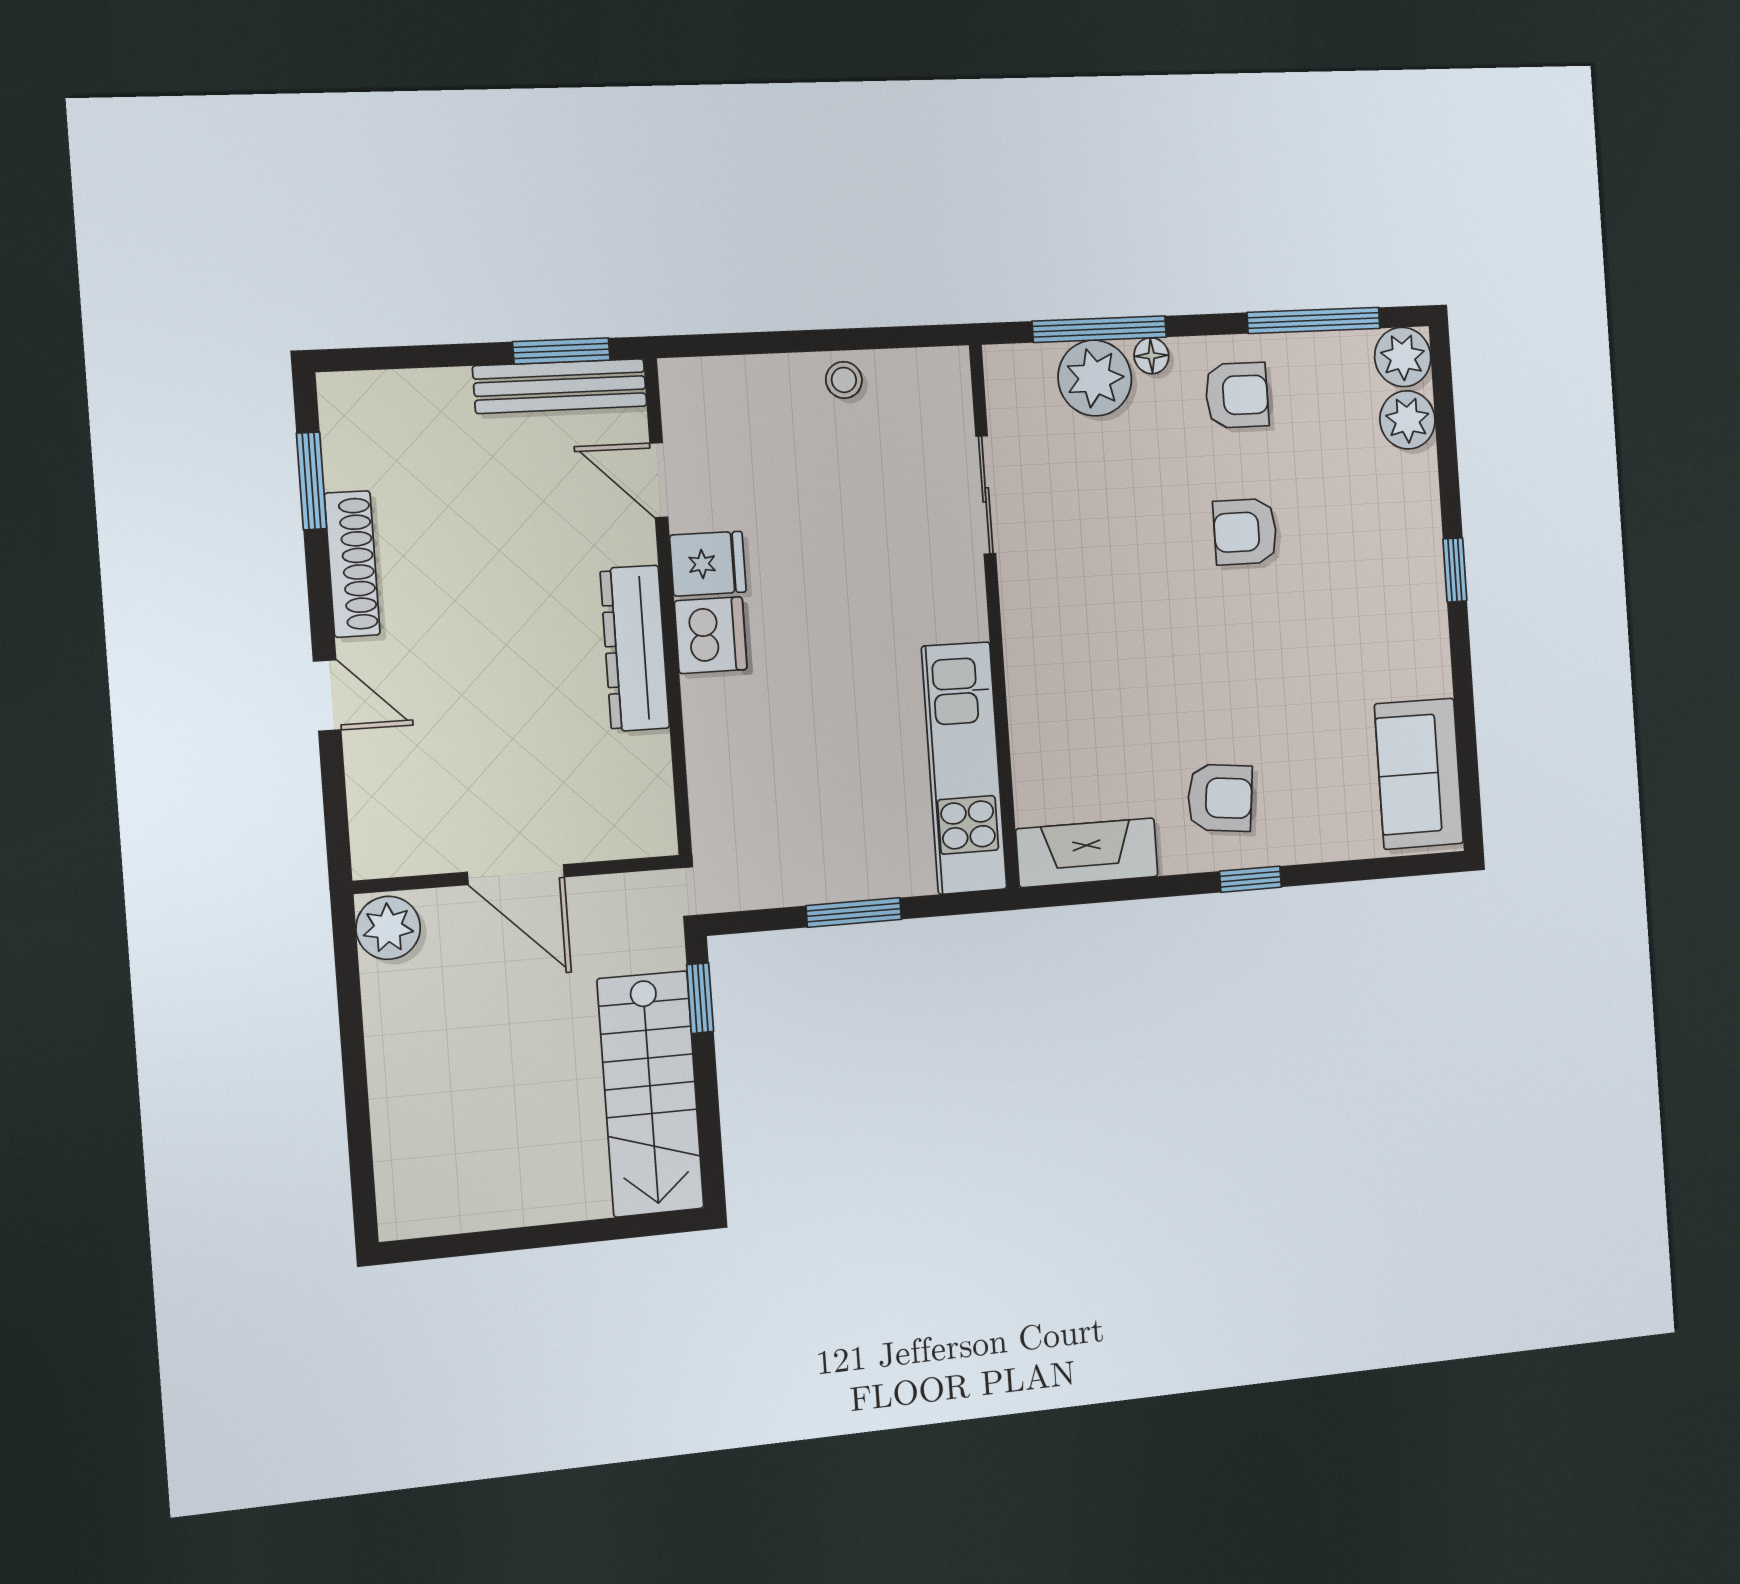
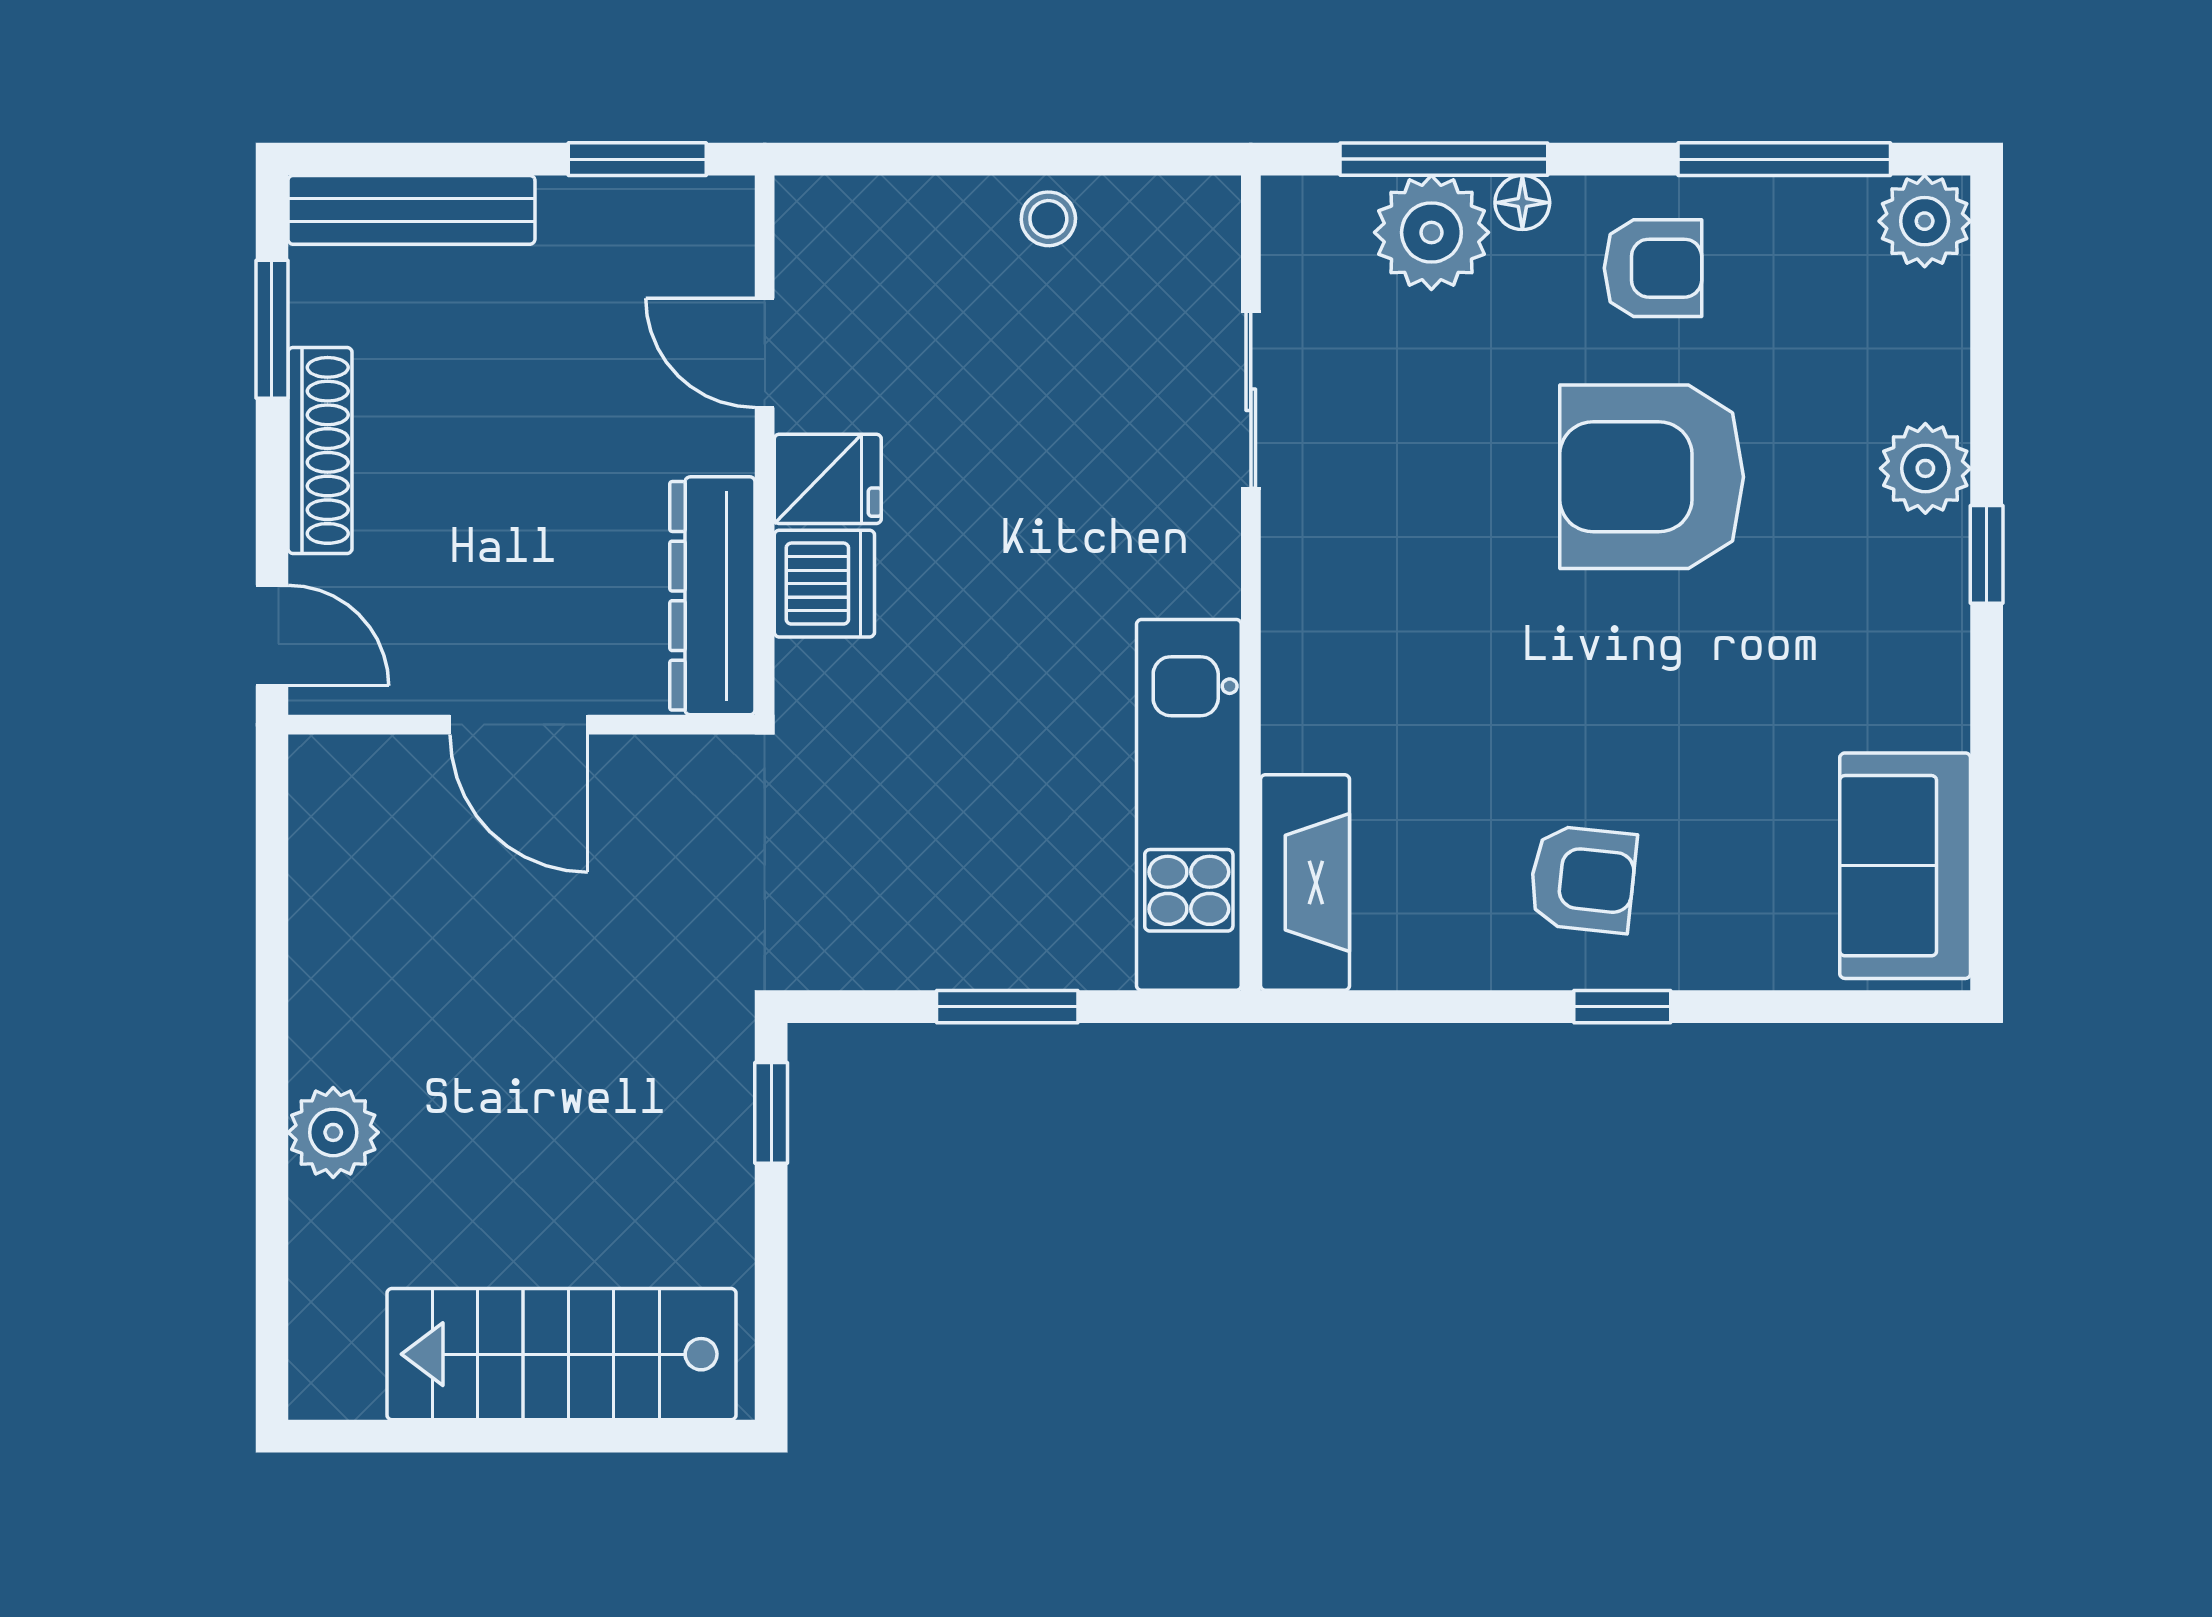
bench: (560, 386) -> (411, 210), moved
plant: (1407, 420) -> (1925, 468), moved
armchair: (1245, 532) -> (1652, 477), width x1.88, depth x1.88
fireplace: (1087, 853) -> (1305, 883), moved, turned 90
wall: (518, 874) -> (522, 725), moved
door: (516, 875) -> (519, 725), moved
plant: (388, 928) -> (333, 1132), moved
stairs: (650, 1094) -> (562, 1354), moved, turned 90

